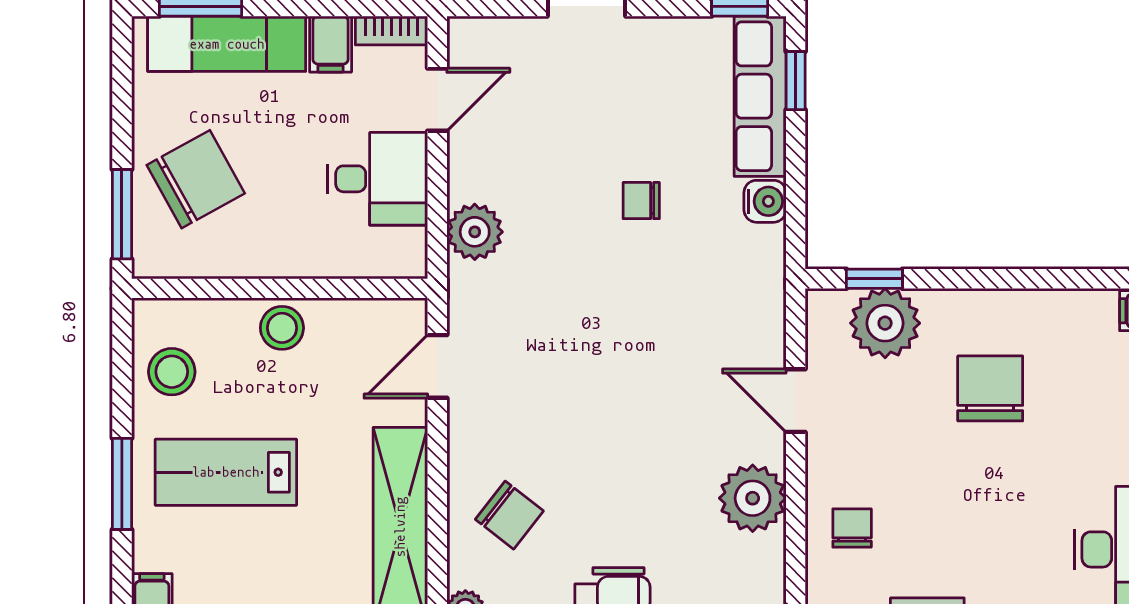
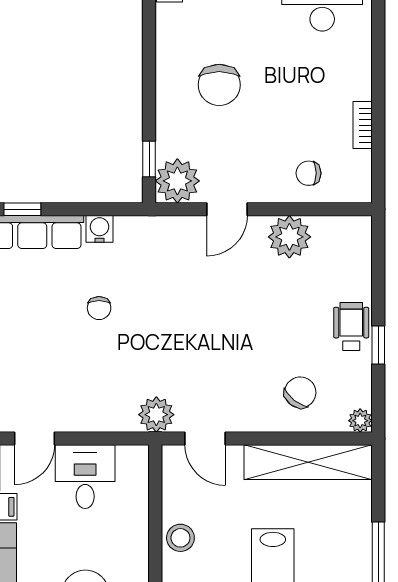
door: (437, 100) -> (34, 439), swing flipped
plant: (475, 232) -> (156, 415), moved
plant: (885, 323) -> (177, 181), moved
chair: (990, 388) -> (219, 85), turned -90

